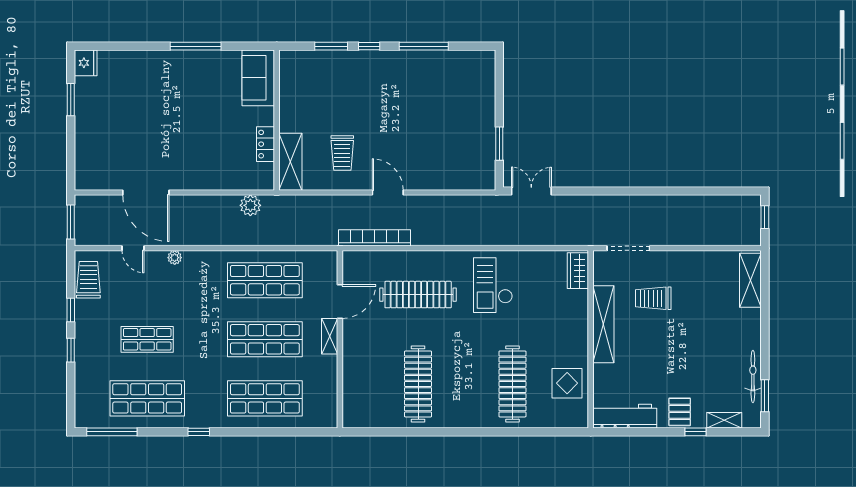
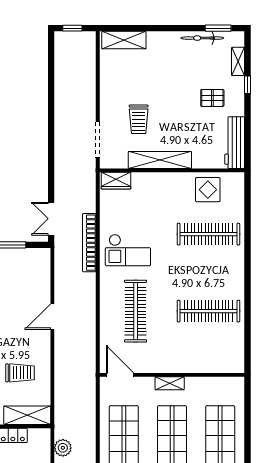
door: (388, 193) -> (52, 317), moved
bookcase: (374, 238) -> (89, 243), moved
door: (340, 301) -> (120, 375), moved
pallet: (680, 412) -> (212, 98), moved

